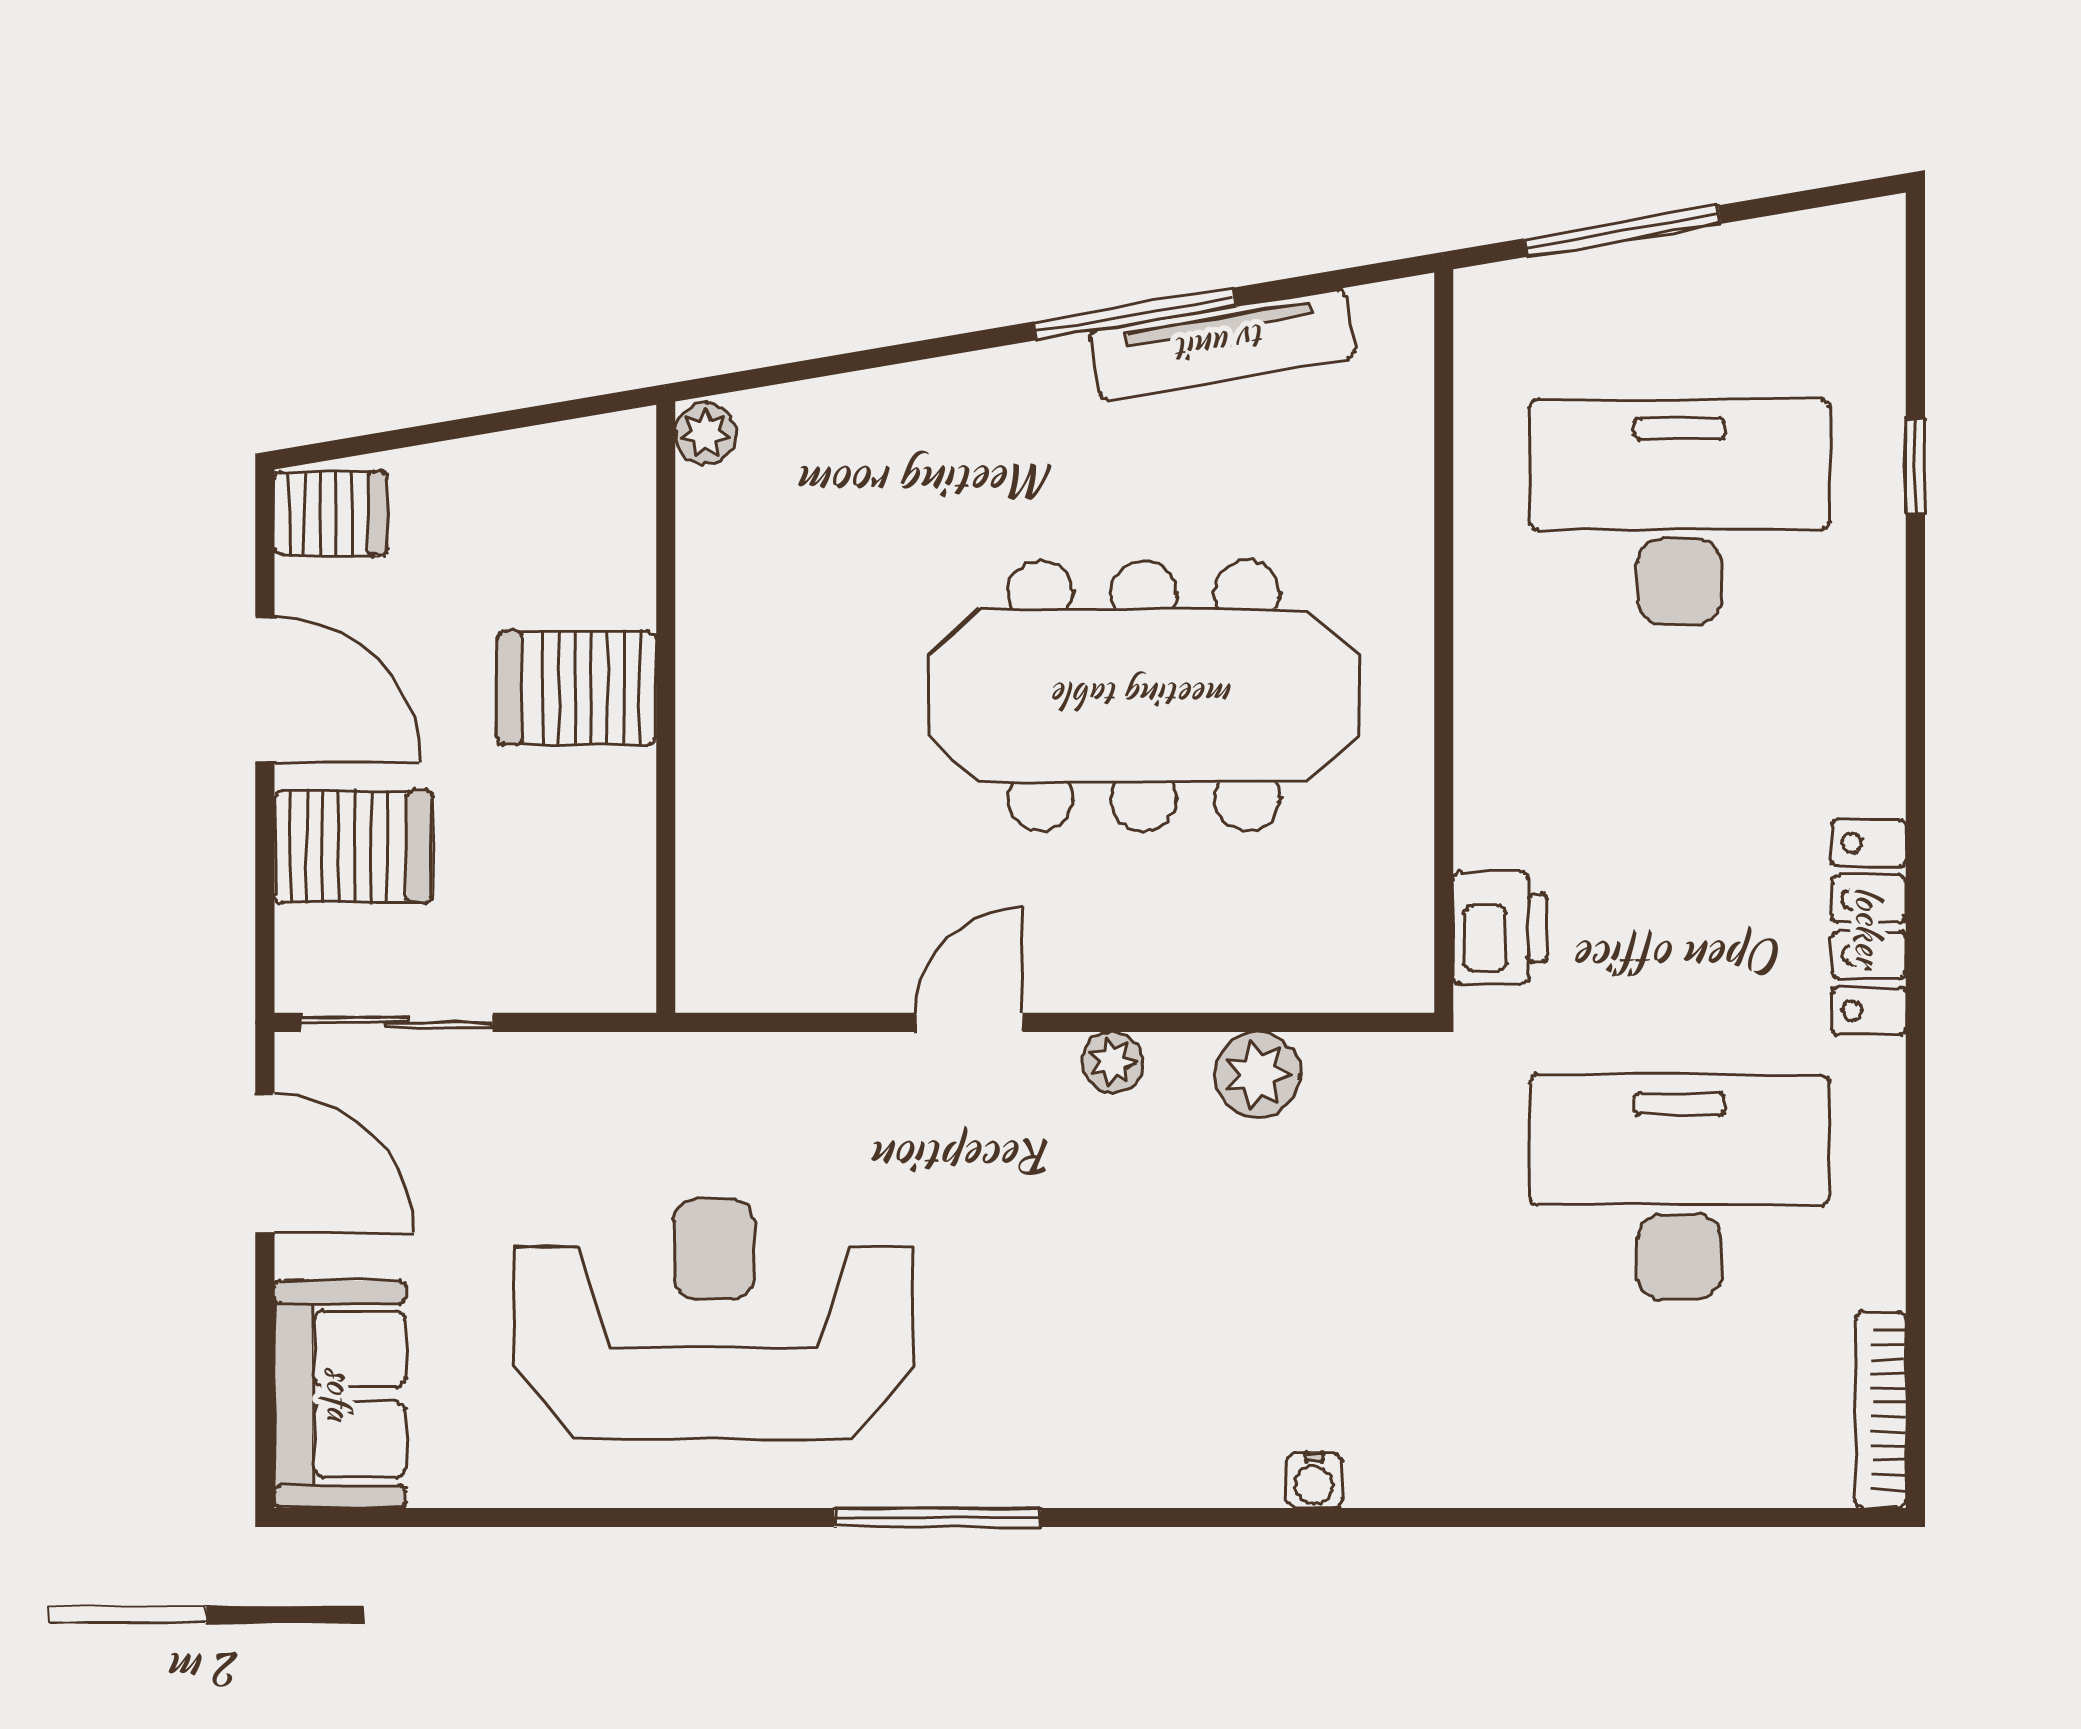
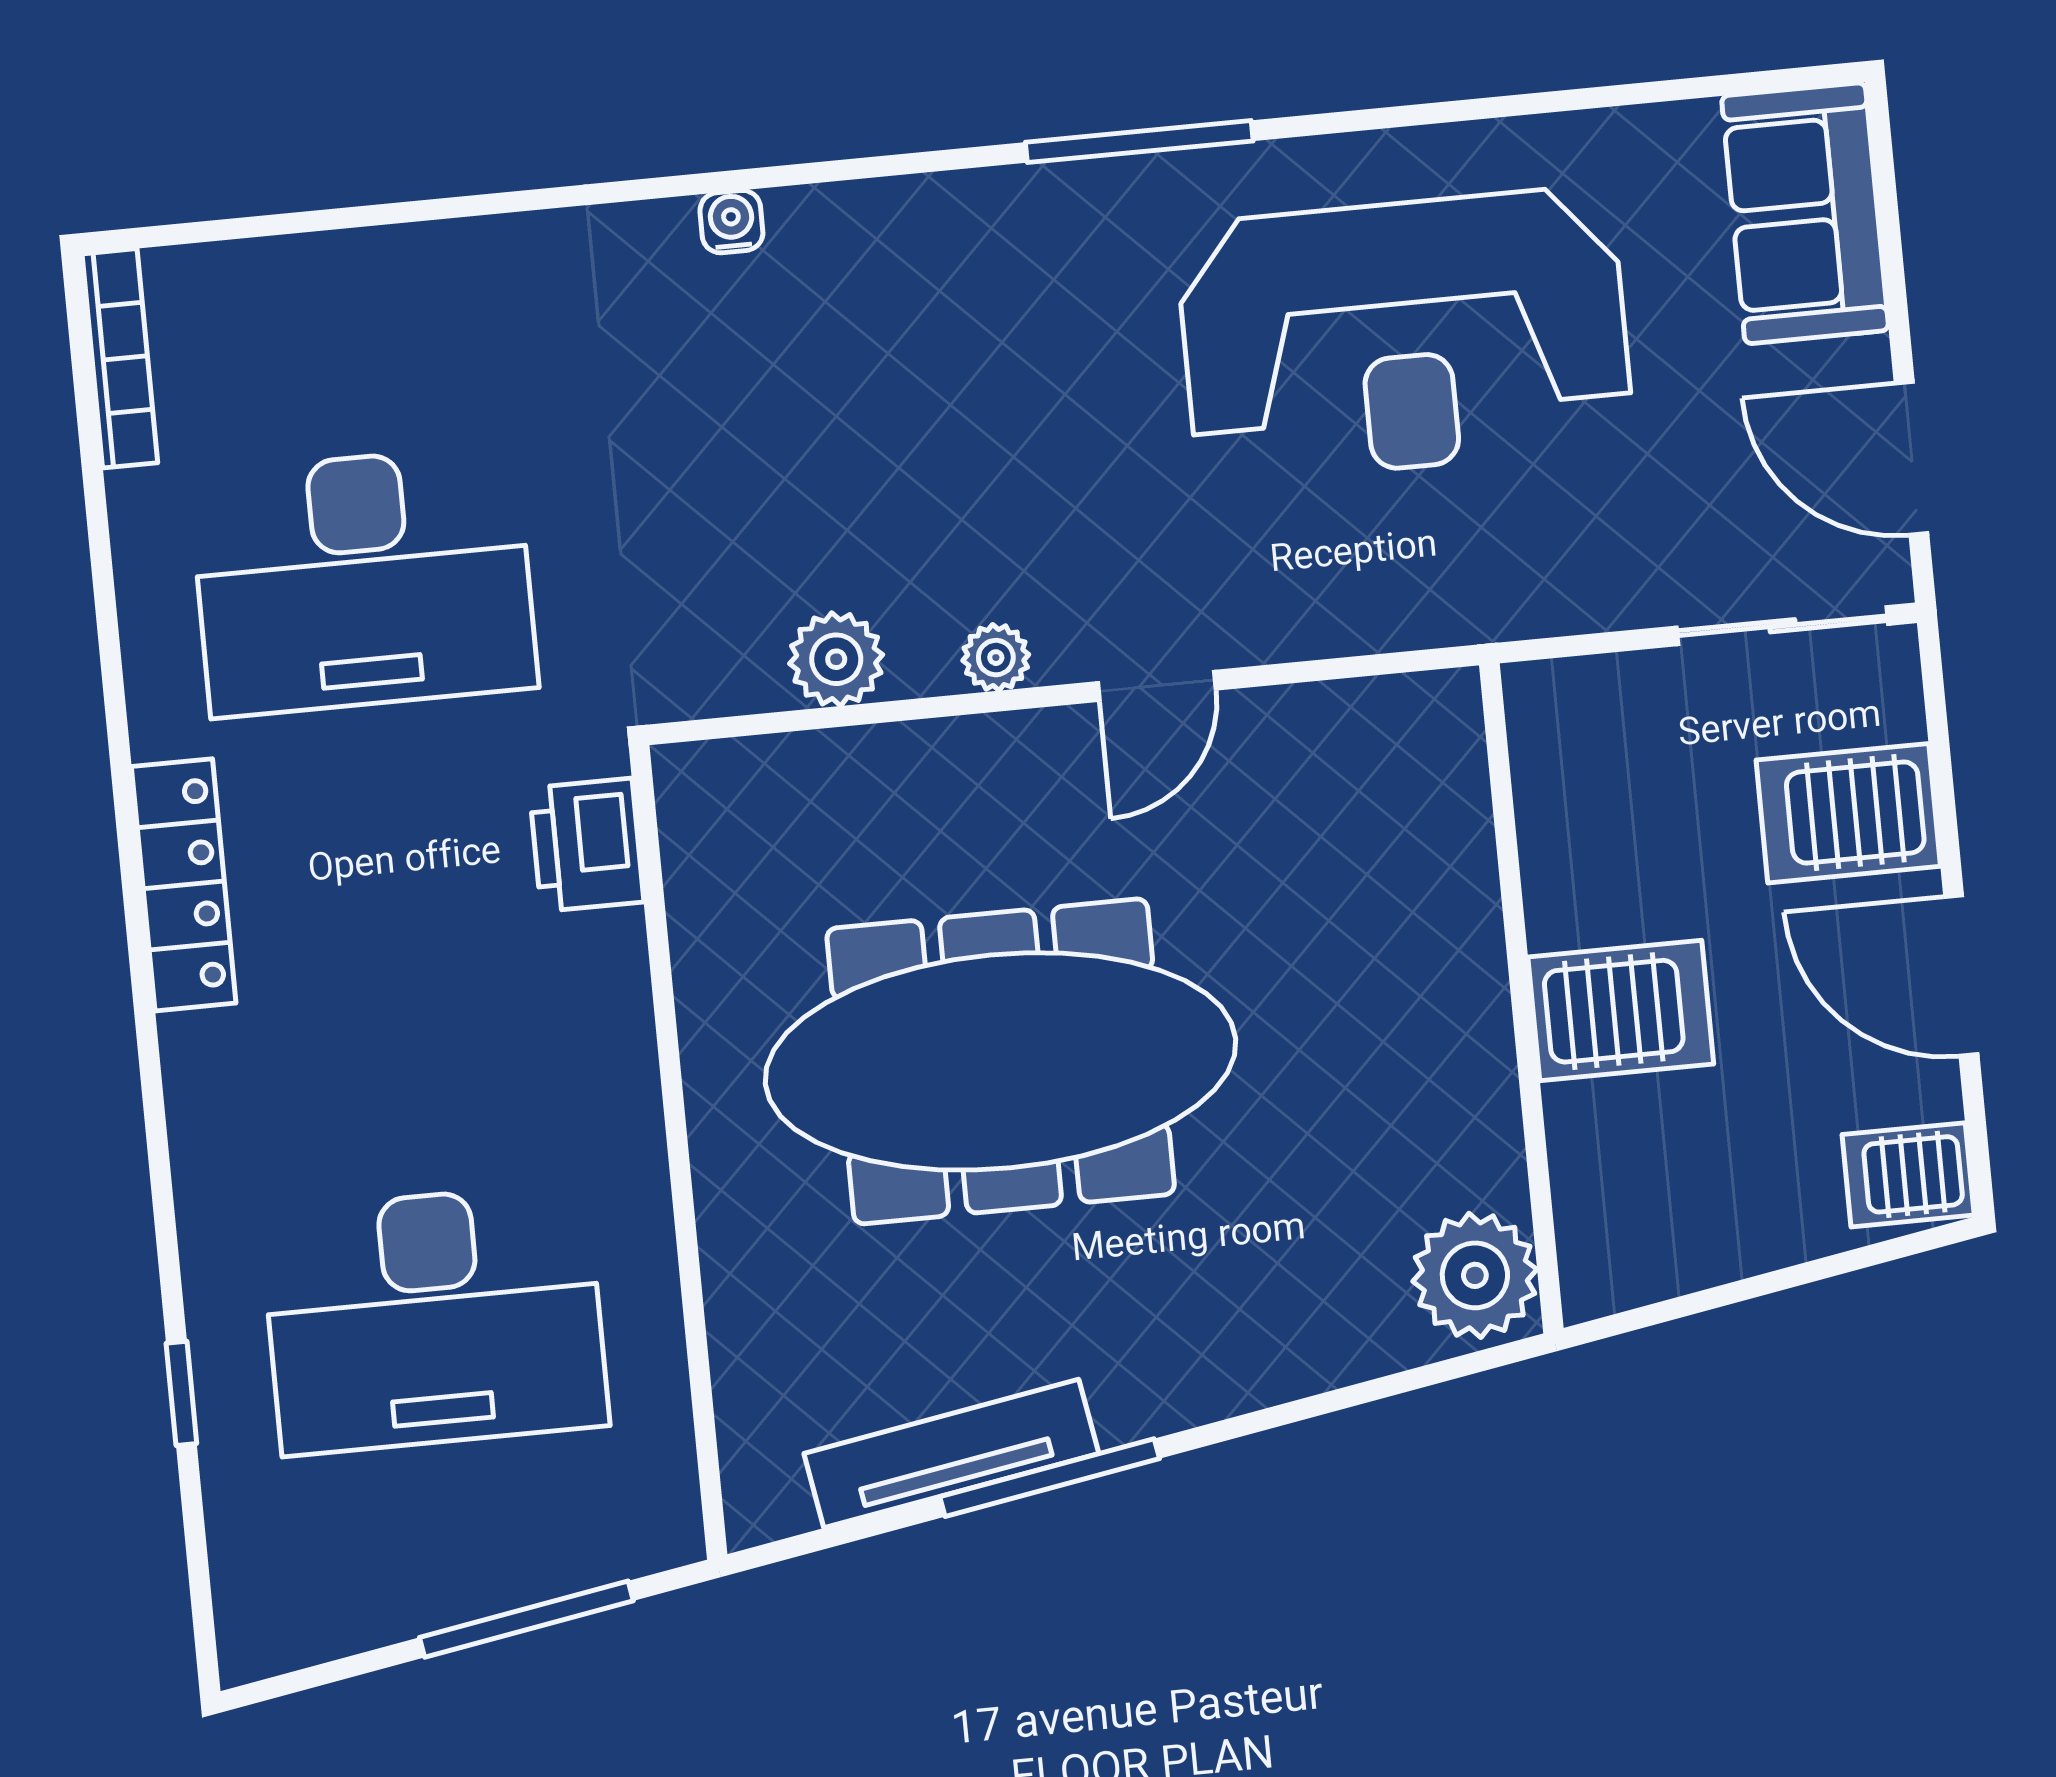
plant: (706, 433) -> (1475, 1275), width x1.88, depth x1.88

